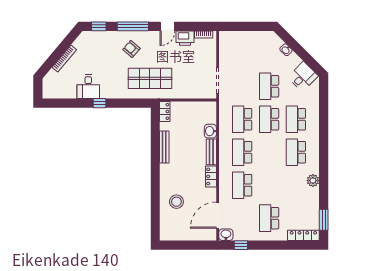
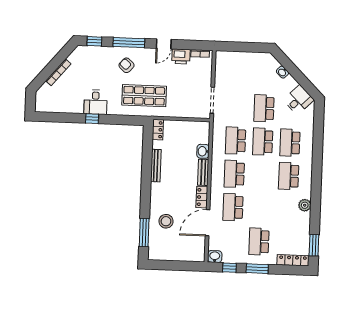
desk: (88, 87) -> (95, 102), moved
window: (155, 214) -> (144, 233), added
door: (218, 215) -> (208, 223), moved
window: (268, 245) -> (257, 269), added

